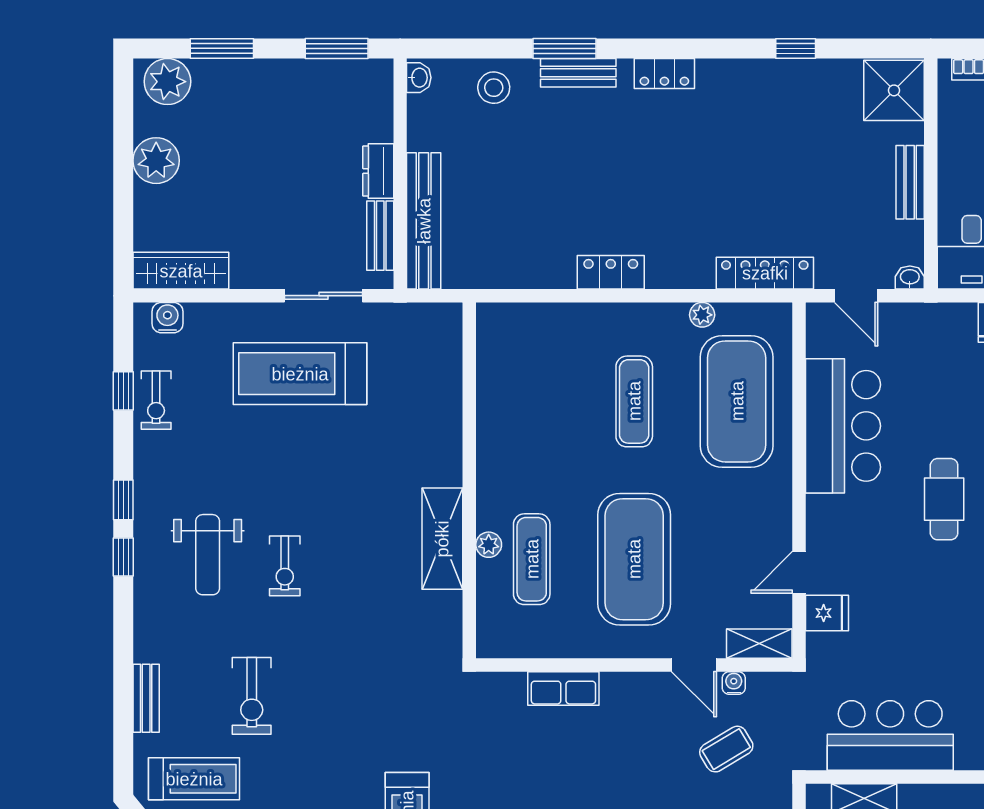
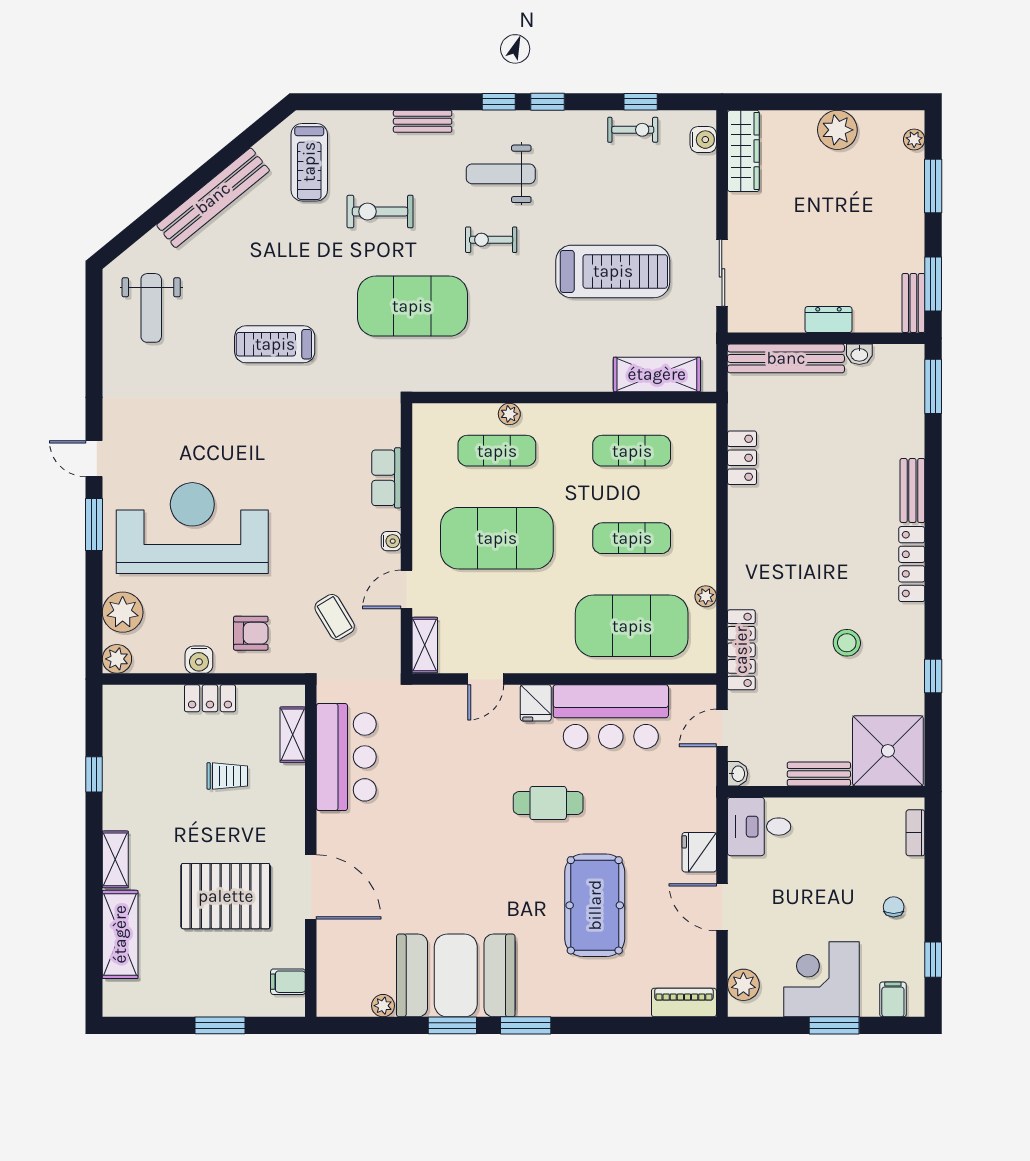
window: (565, 48) -> (933, 386), moved
locker: (664, 74) -> (912, 564), width x1.53
washbasin: (419, 78) -> (859, 354), moved
plant: (167, 82) -> (914, 140), width x0.53, depth x0.53
stool: (494, 88) -> (847, 643), moved
shower: (894, 90) -> (888, 751), width x1.37, depth x1.37
bench: (380, 236) -> (913, 303), moved, turned 90
locker: (611, 272) -> (742, 458), moved
treadmill: (300, 374) -> (613, 271), moved, turned 90
exercise bike: (156, 400) -> (633, 130), turned 180
exercise mat: (532, 401) -> (632, 451), added
shelving: (442, 539) -> (657, 374), moved
door: (799, 572) -> (486, 679), swing flipped
fridge: (827, 613) -> (536, 703), moved
exercise mat: (362, 658) -> (412, 306), added
water cooler: (734, 683) -> (391, 541), moved
bench: (146, 698) -> (423, 121), moved

